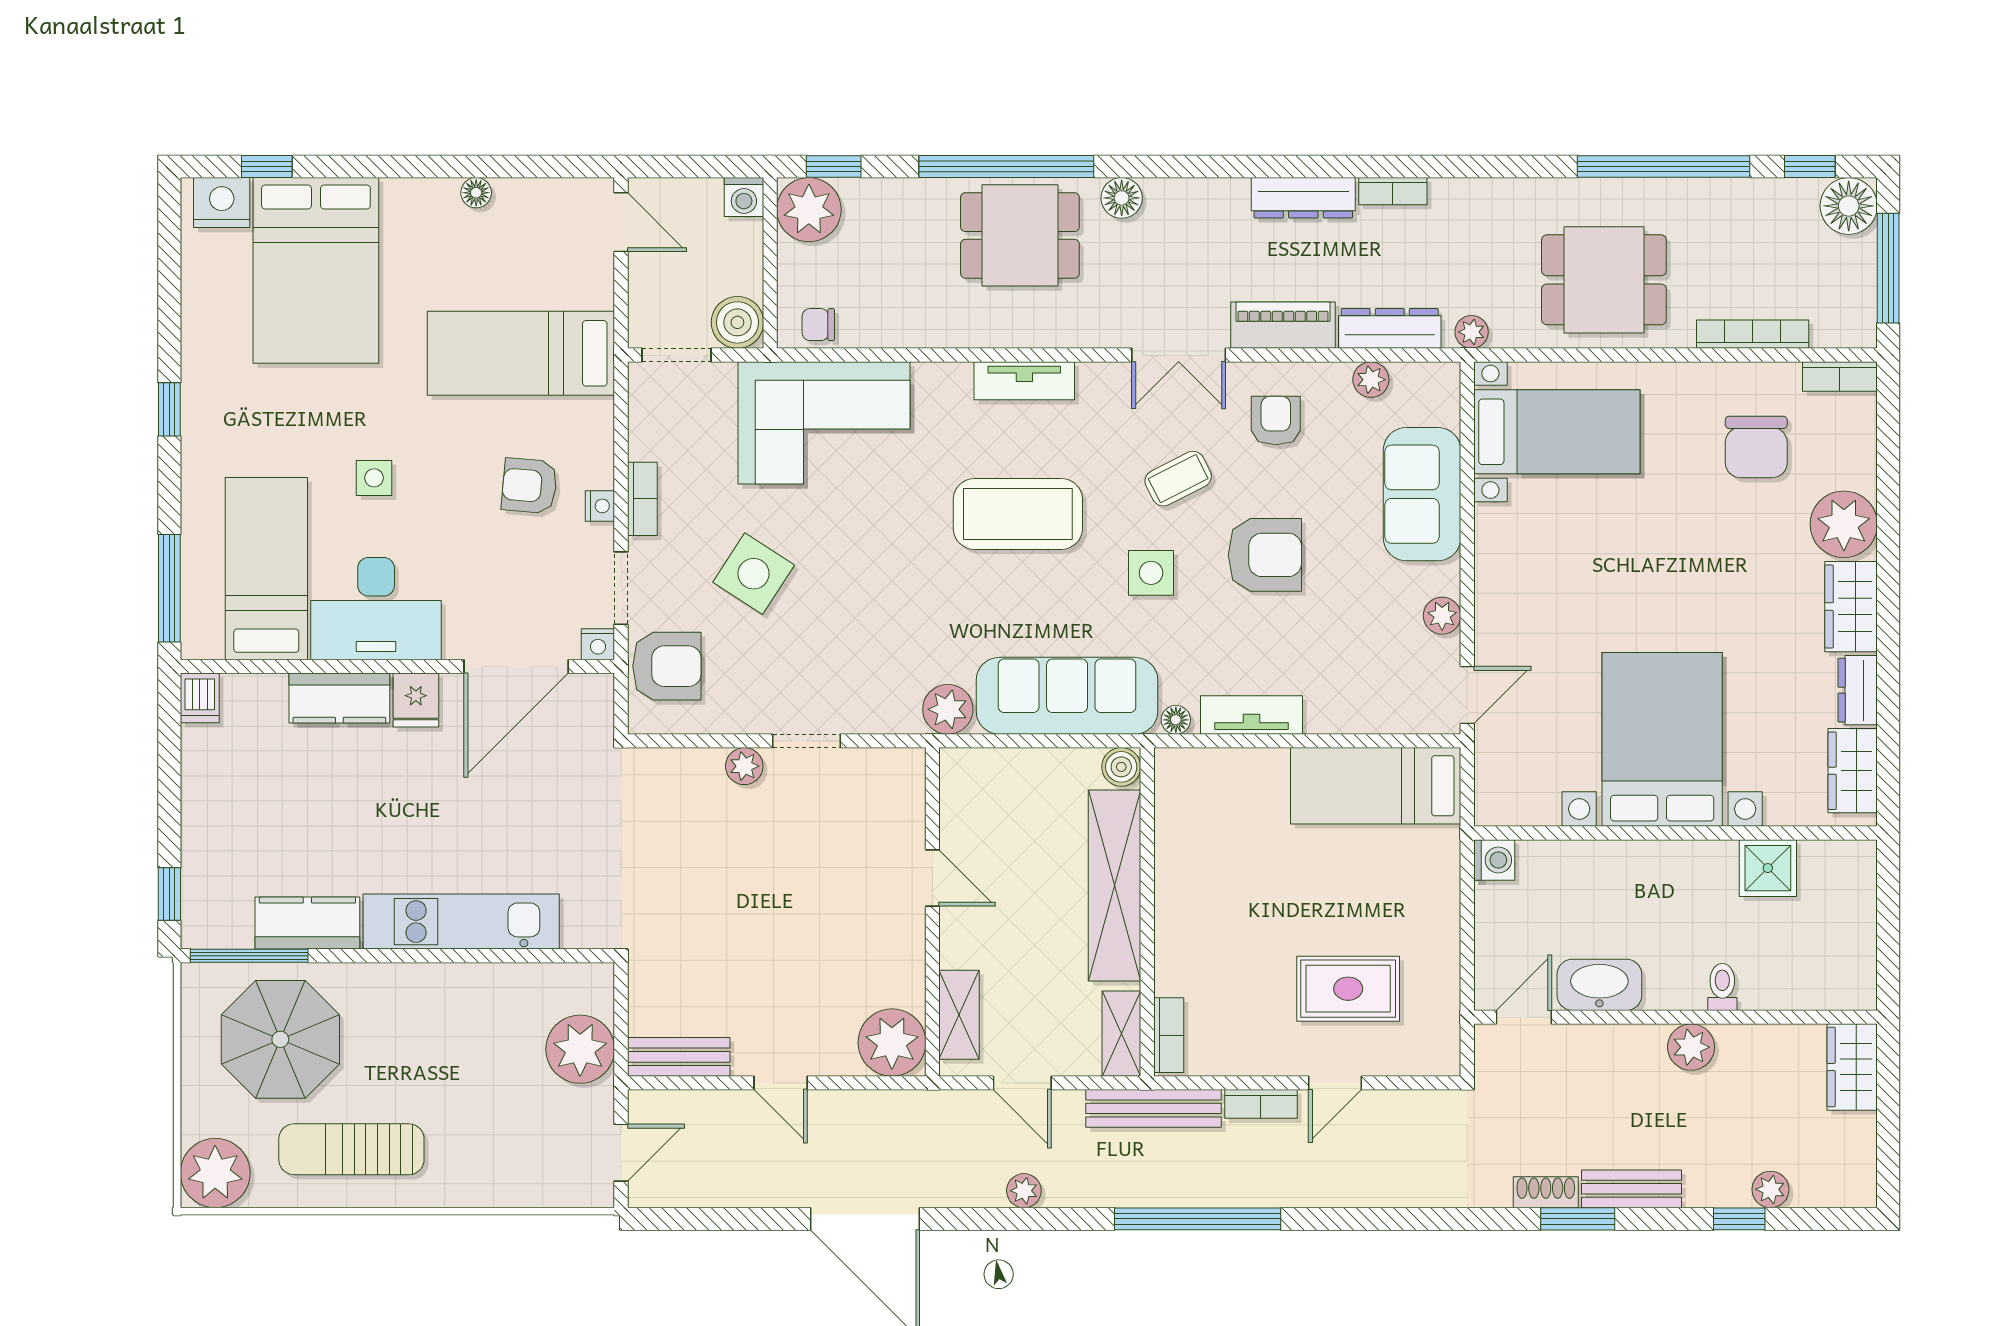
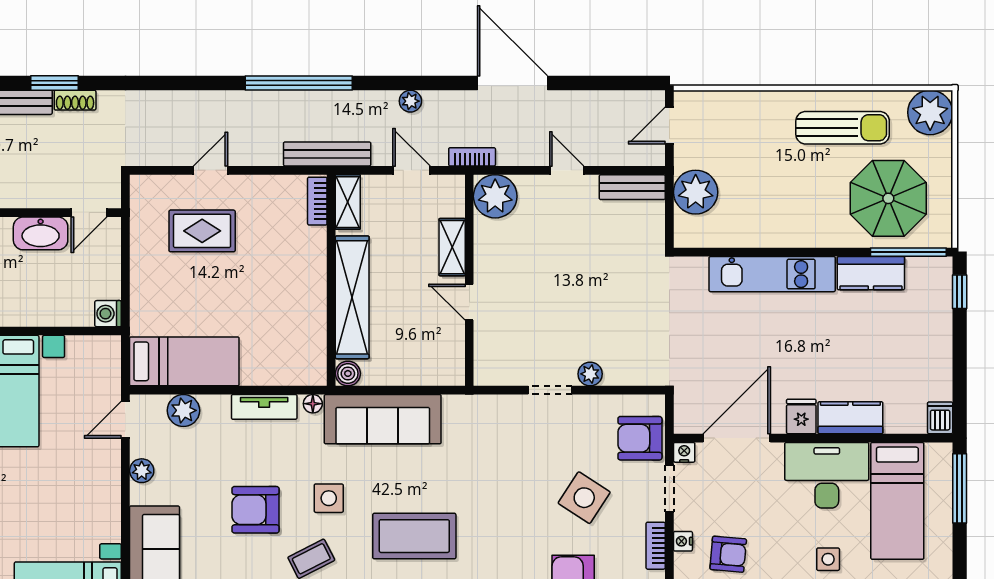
plant: (948, 709) -> (183, 410), moved
shelving: (959, 1015) -> (452, 247), moved
bookcase: (1261, 1104) -> (472, 157), moved

